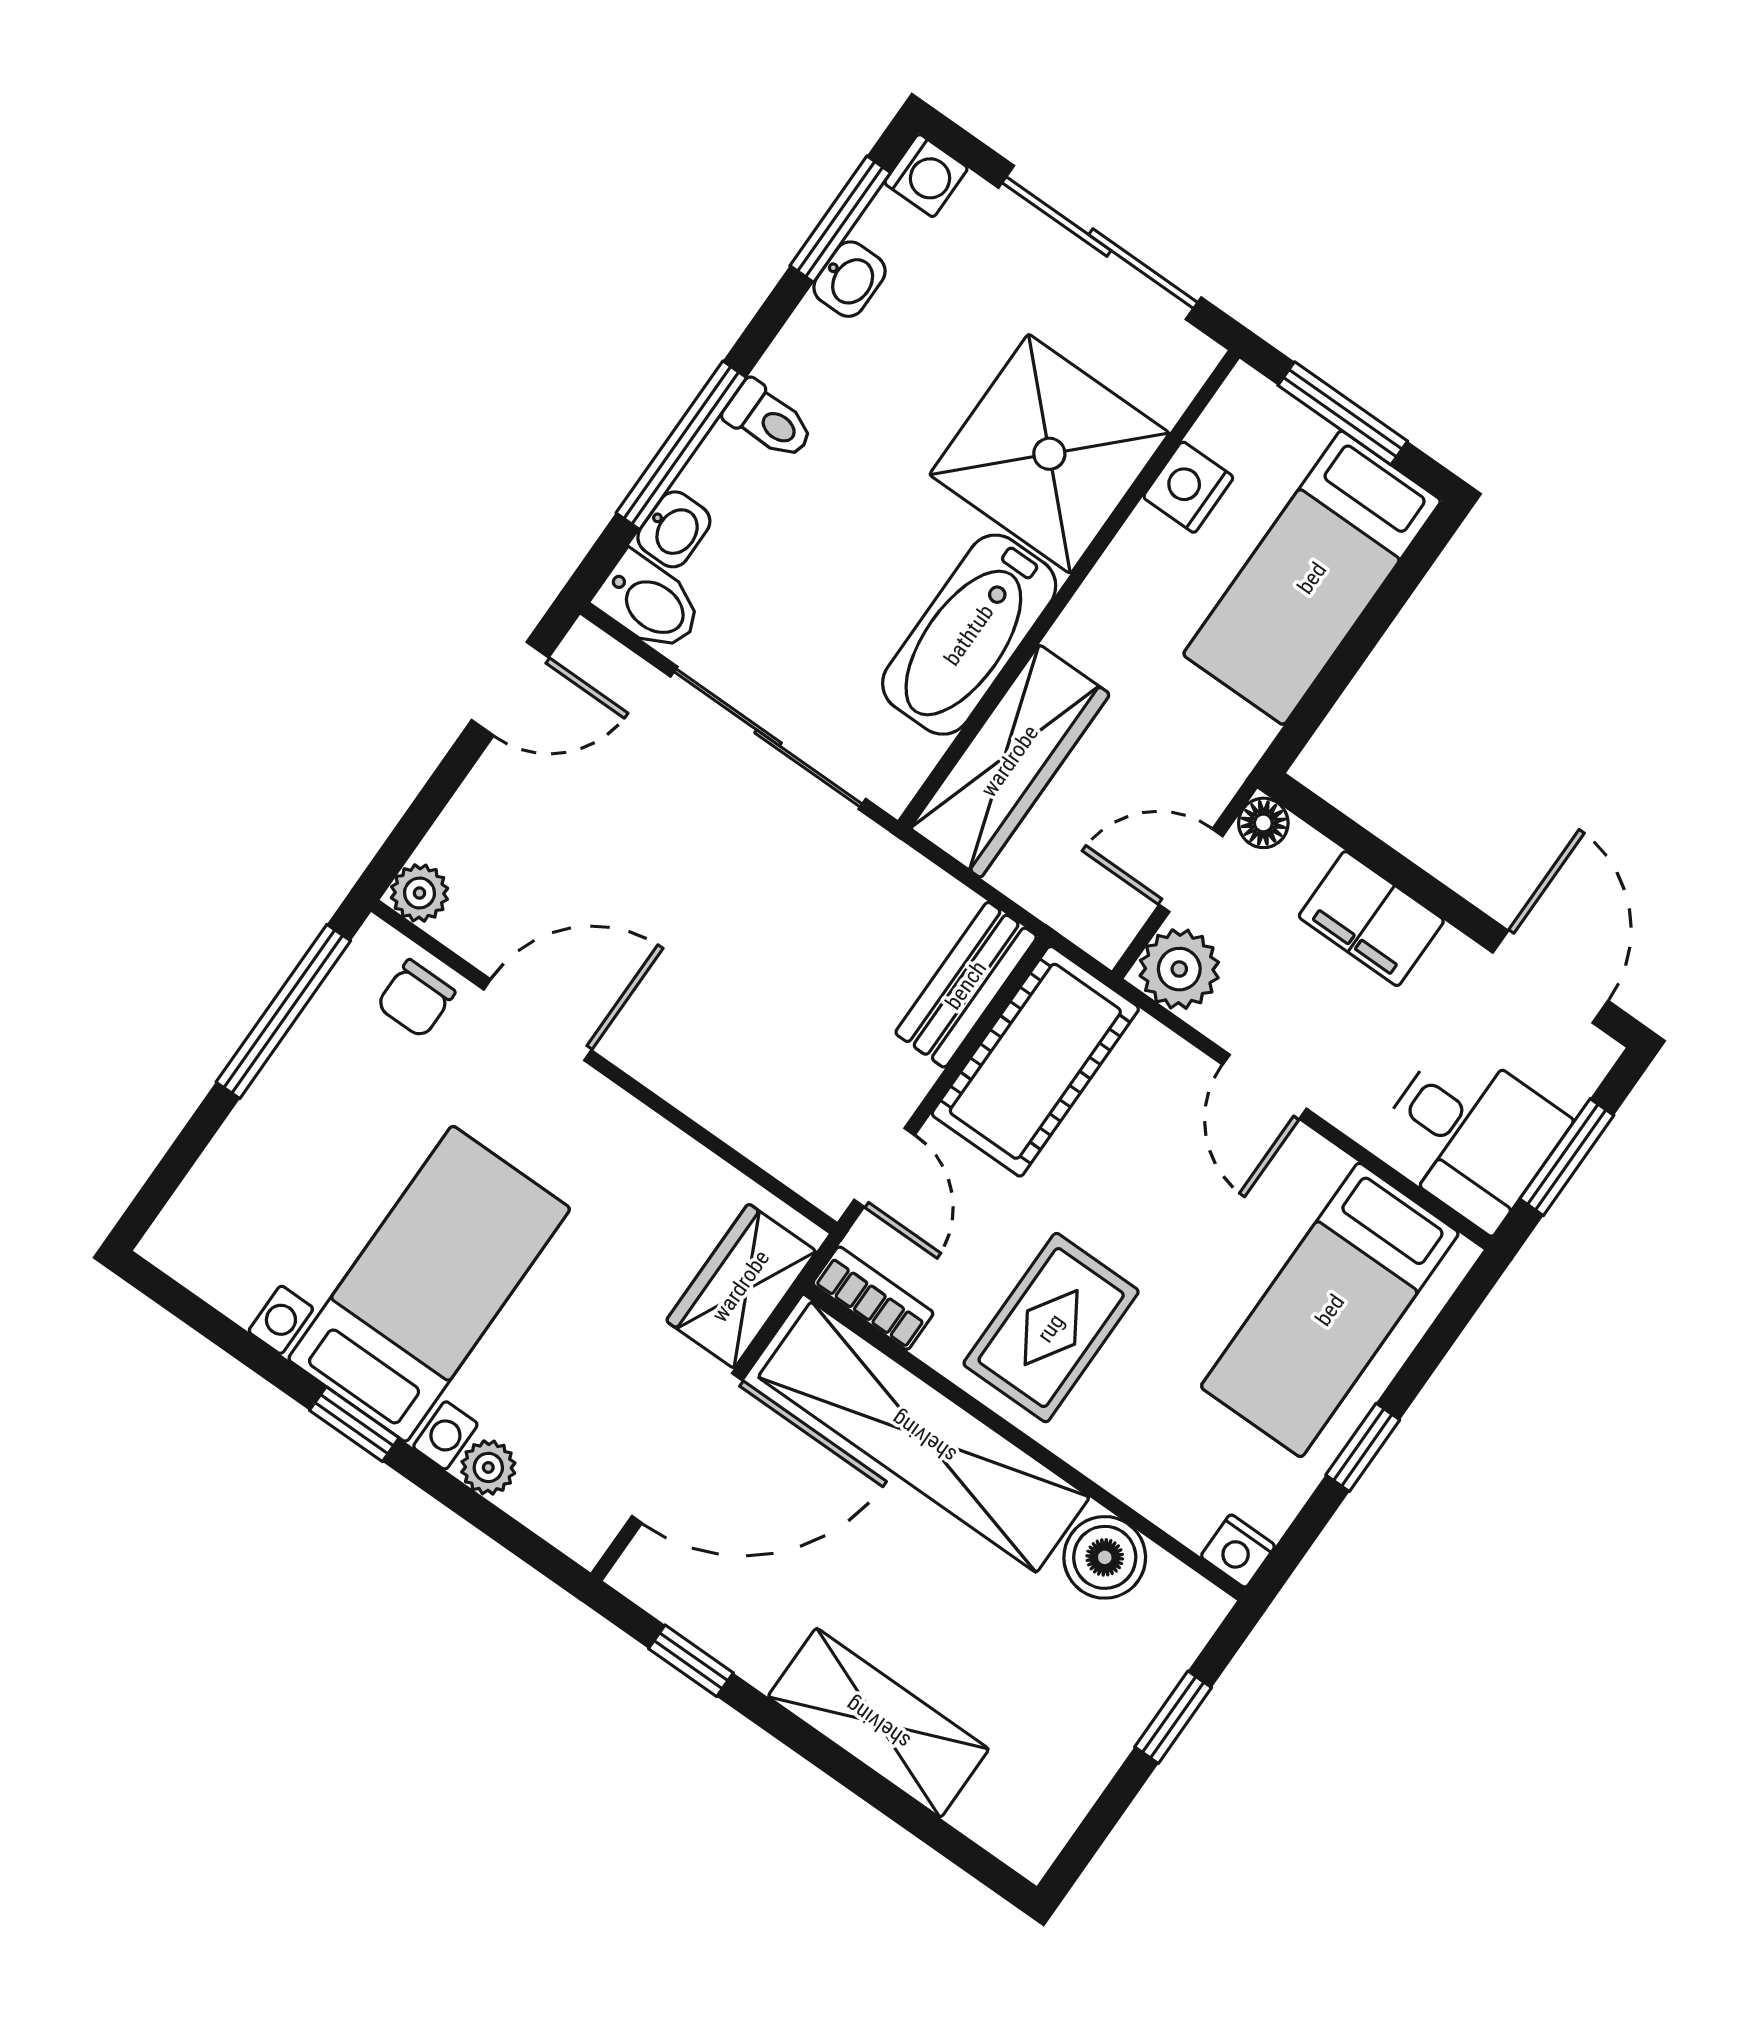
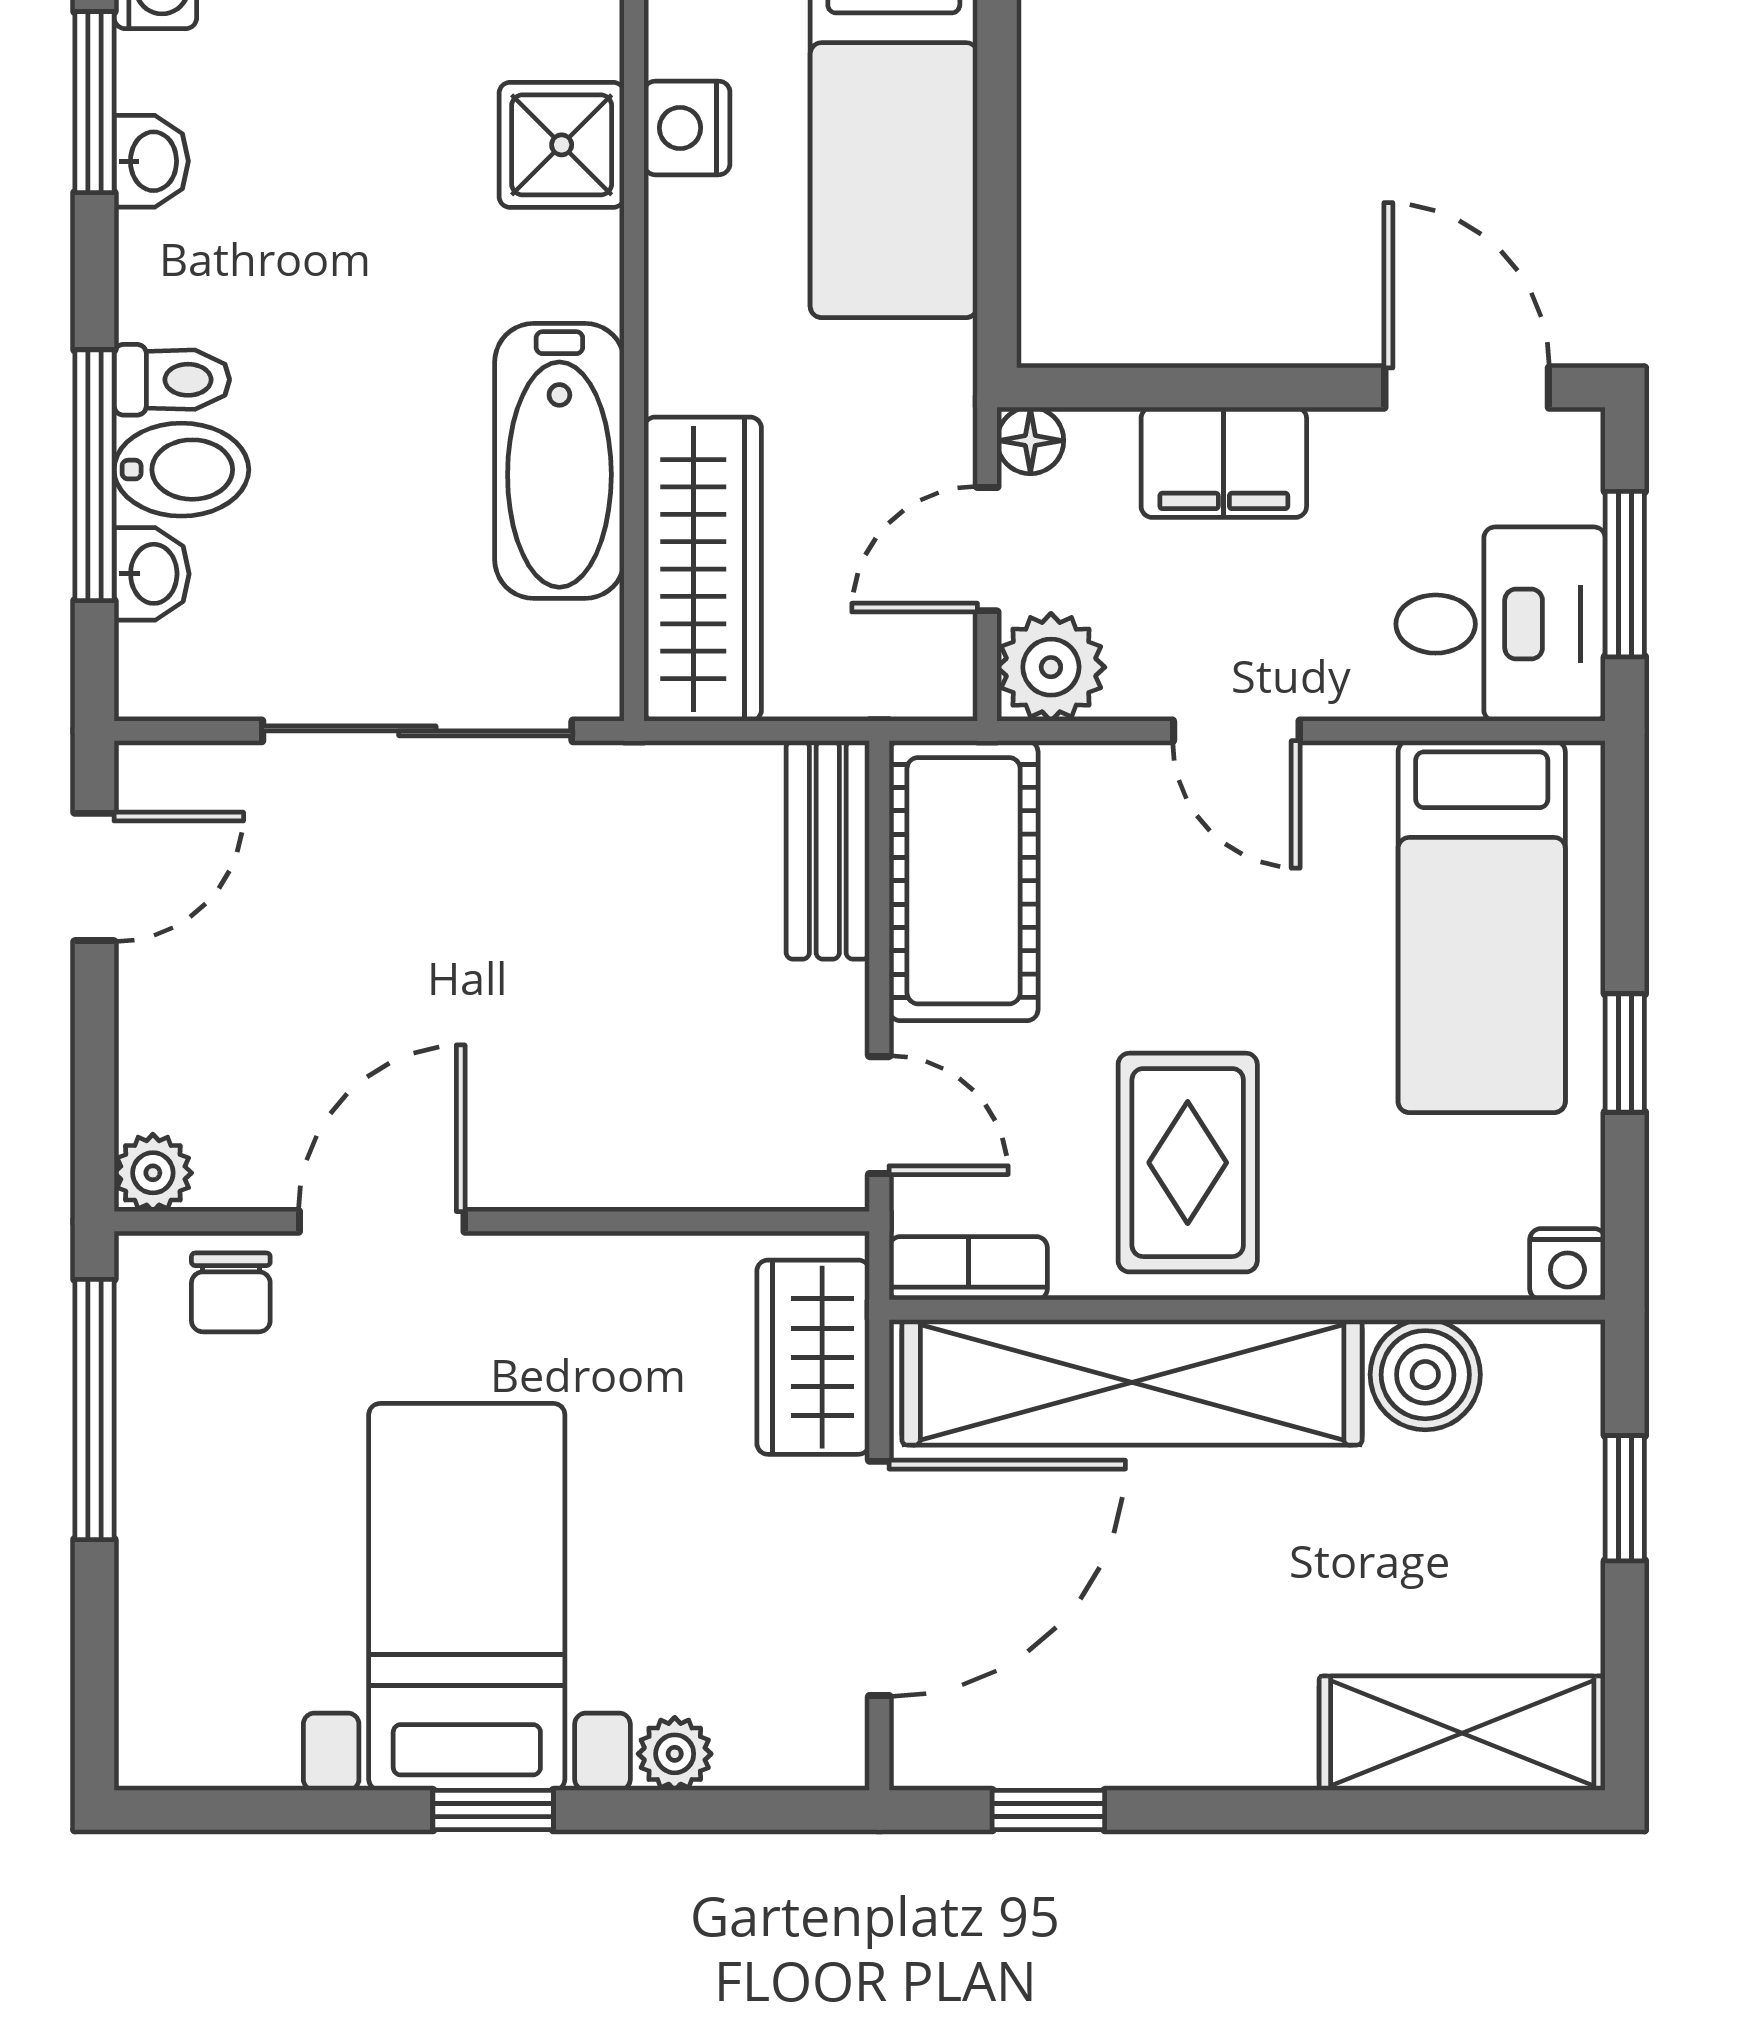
shower: (1049, 454) -> (562, 145), width x0.54, depth x0.54
bidet: (649, 603) -> (181, 470), moved
shelving: (878, 1723) -> (1462, 1733), moved

